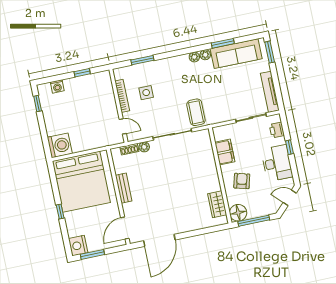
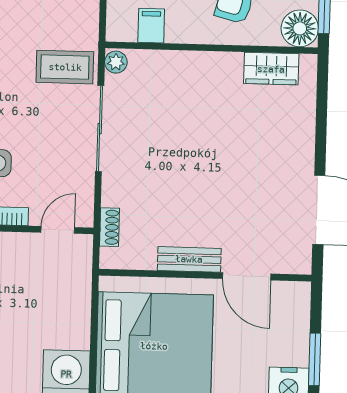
plant: (144, 147) -> (116, 62), moved
filing cabinet: (225, 152) -> (151, 26), width x0.50
door: (125, 228) -> (247, 276), moved

